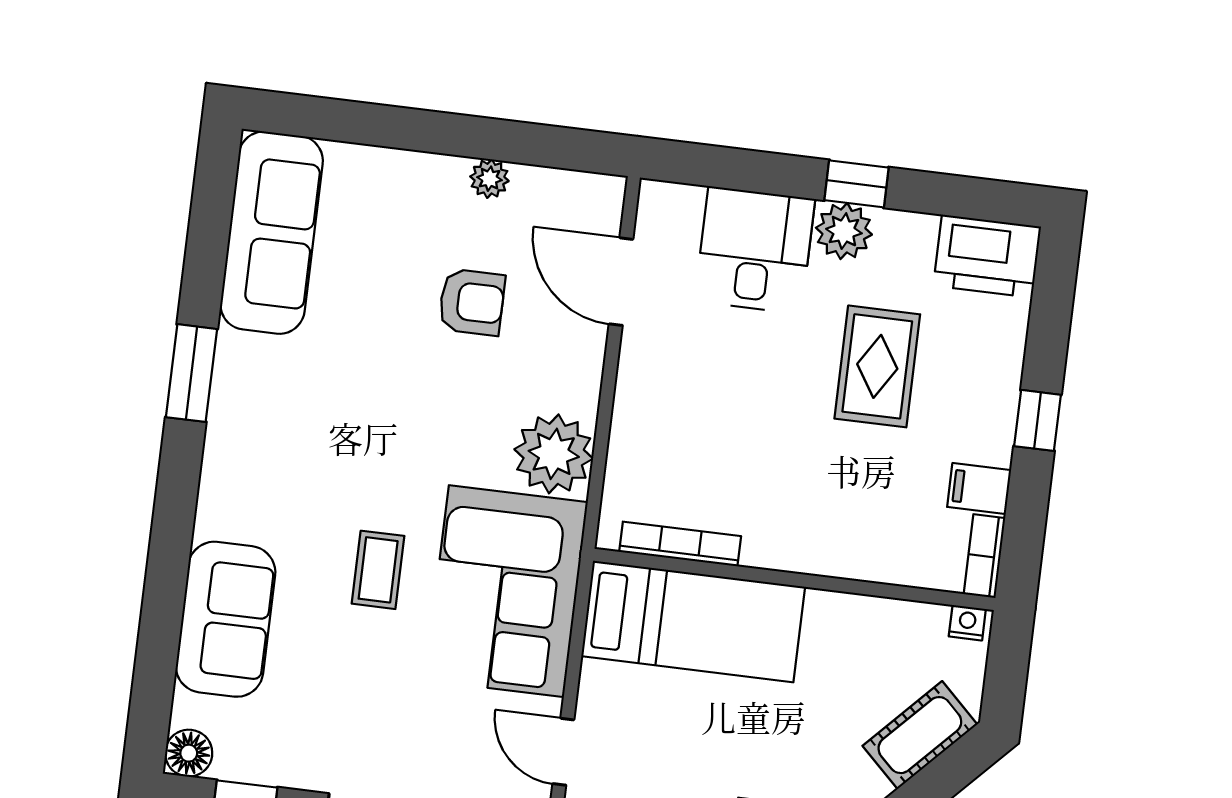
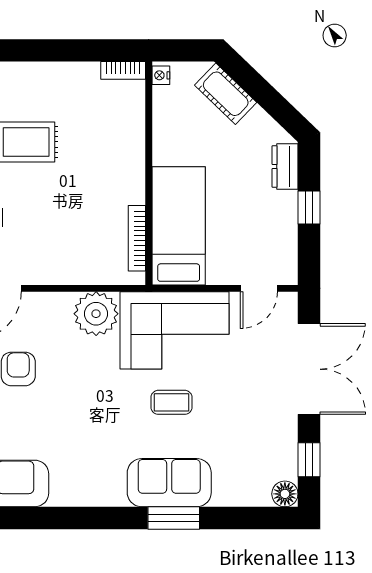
window: (191, 373) -> (174, 518), moved
window: (1037, 420) -> (45, 50), removed
filing cabinet: (979, 489) -> (86, 78), removed
sofa: (226, 619) -> (169, 483), moved

